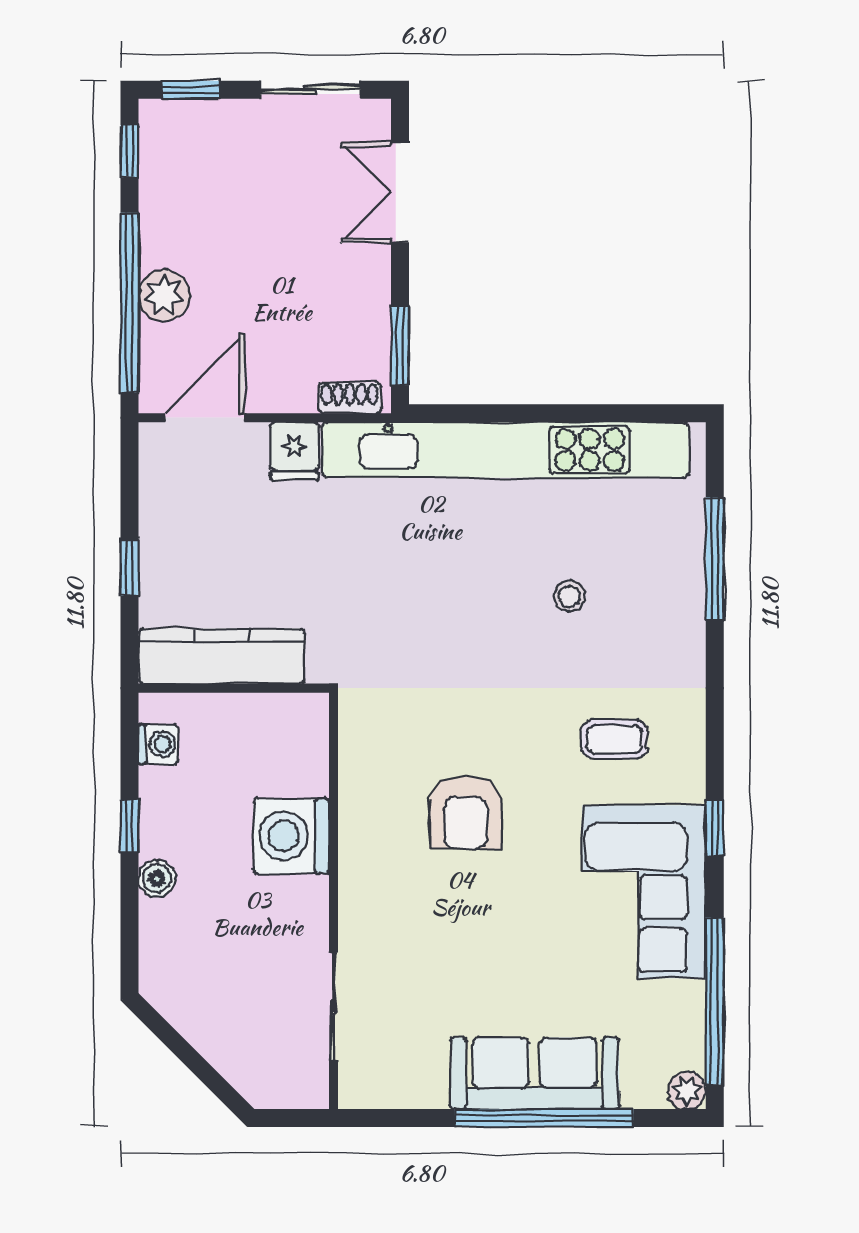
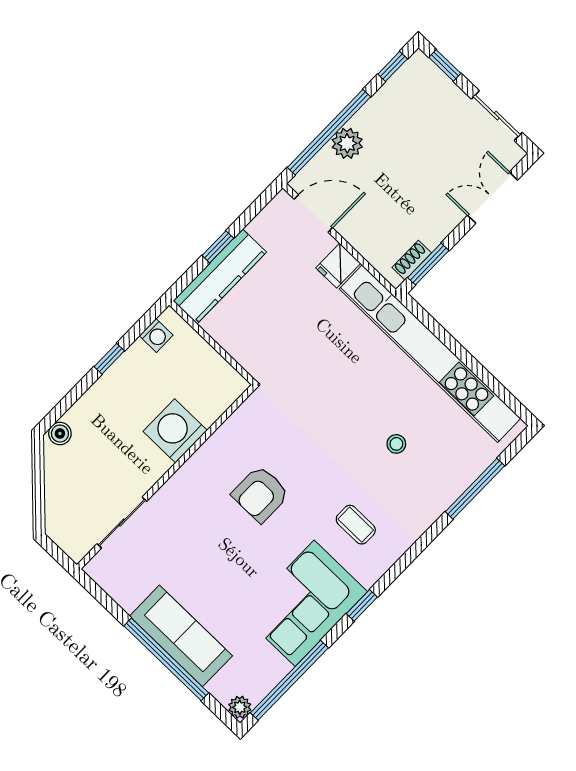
shoe rack: (350, 398) -> (412, 260), moved, turned -90
kitchen counter: (221, 656) -> (220, 277), moved, turned 90
boiler: (157, 879) -> (60, 434), moved

